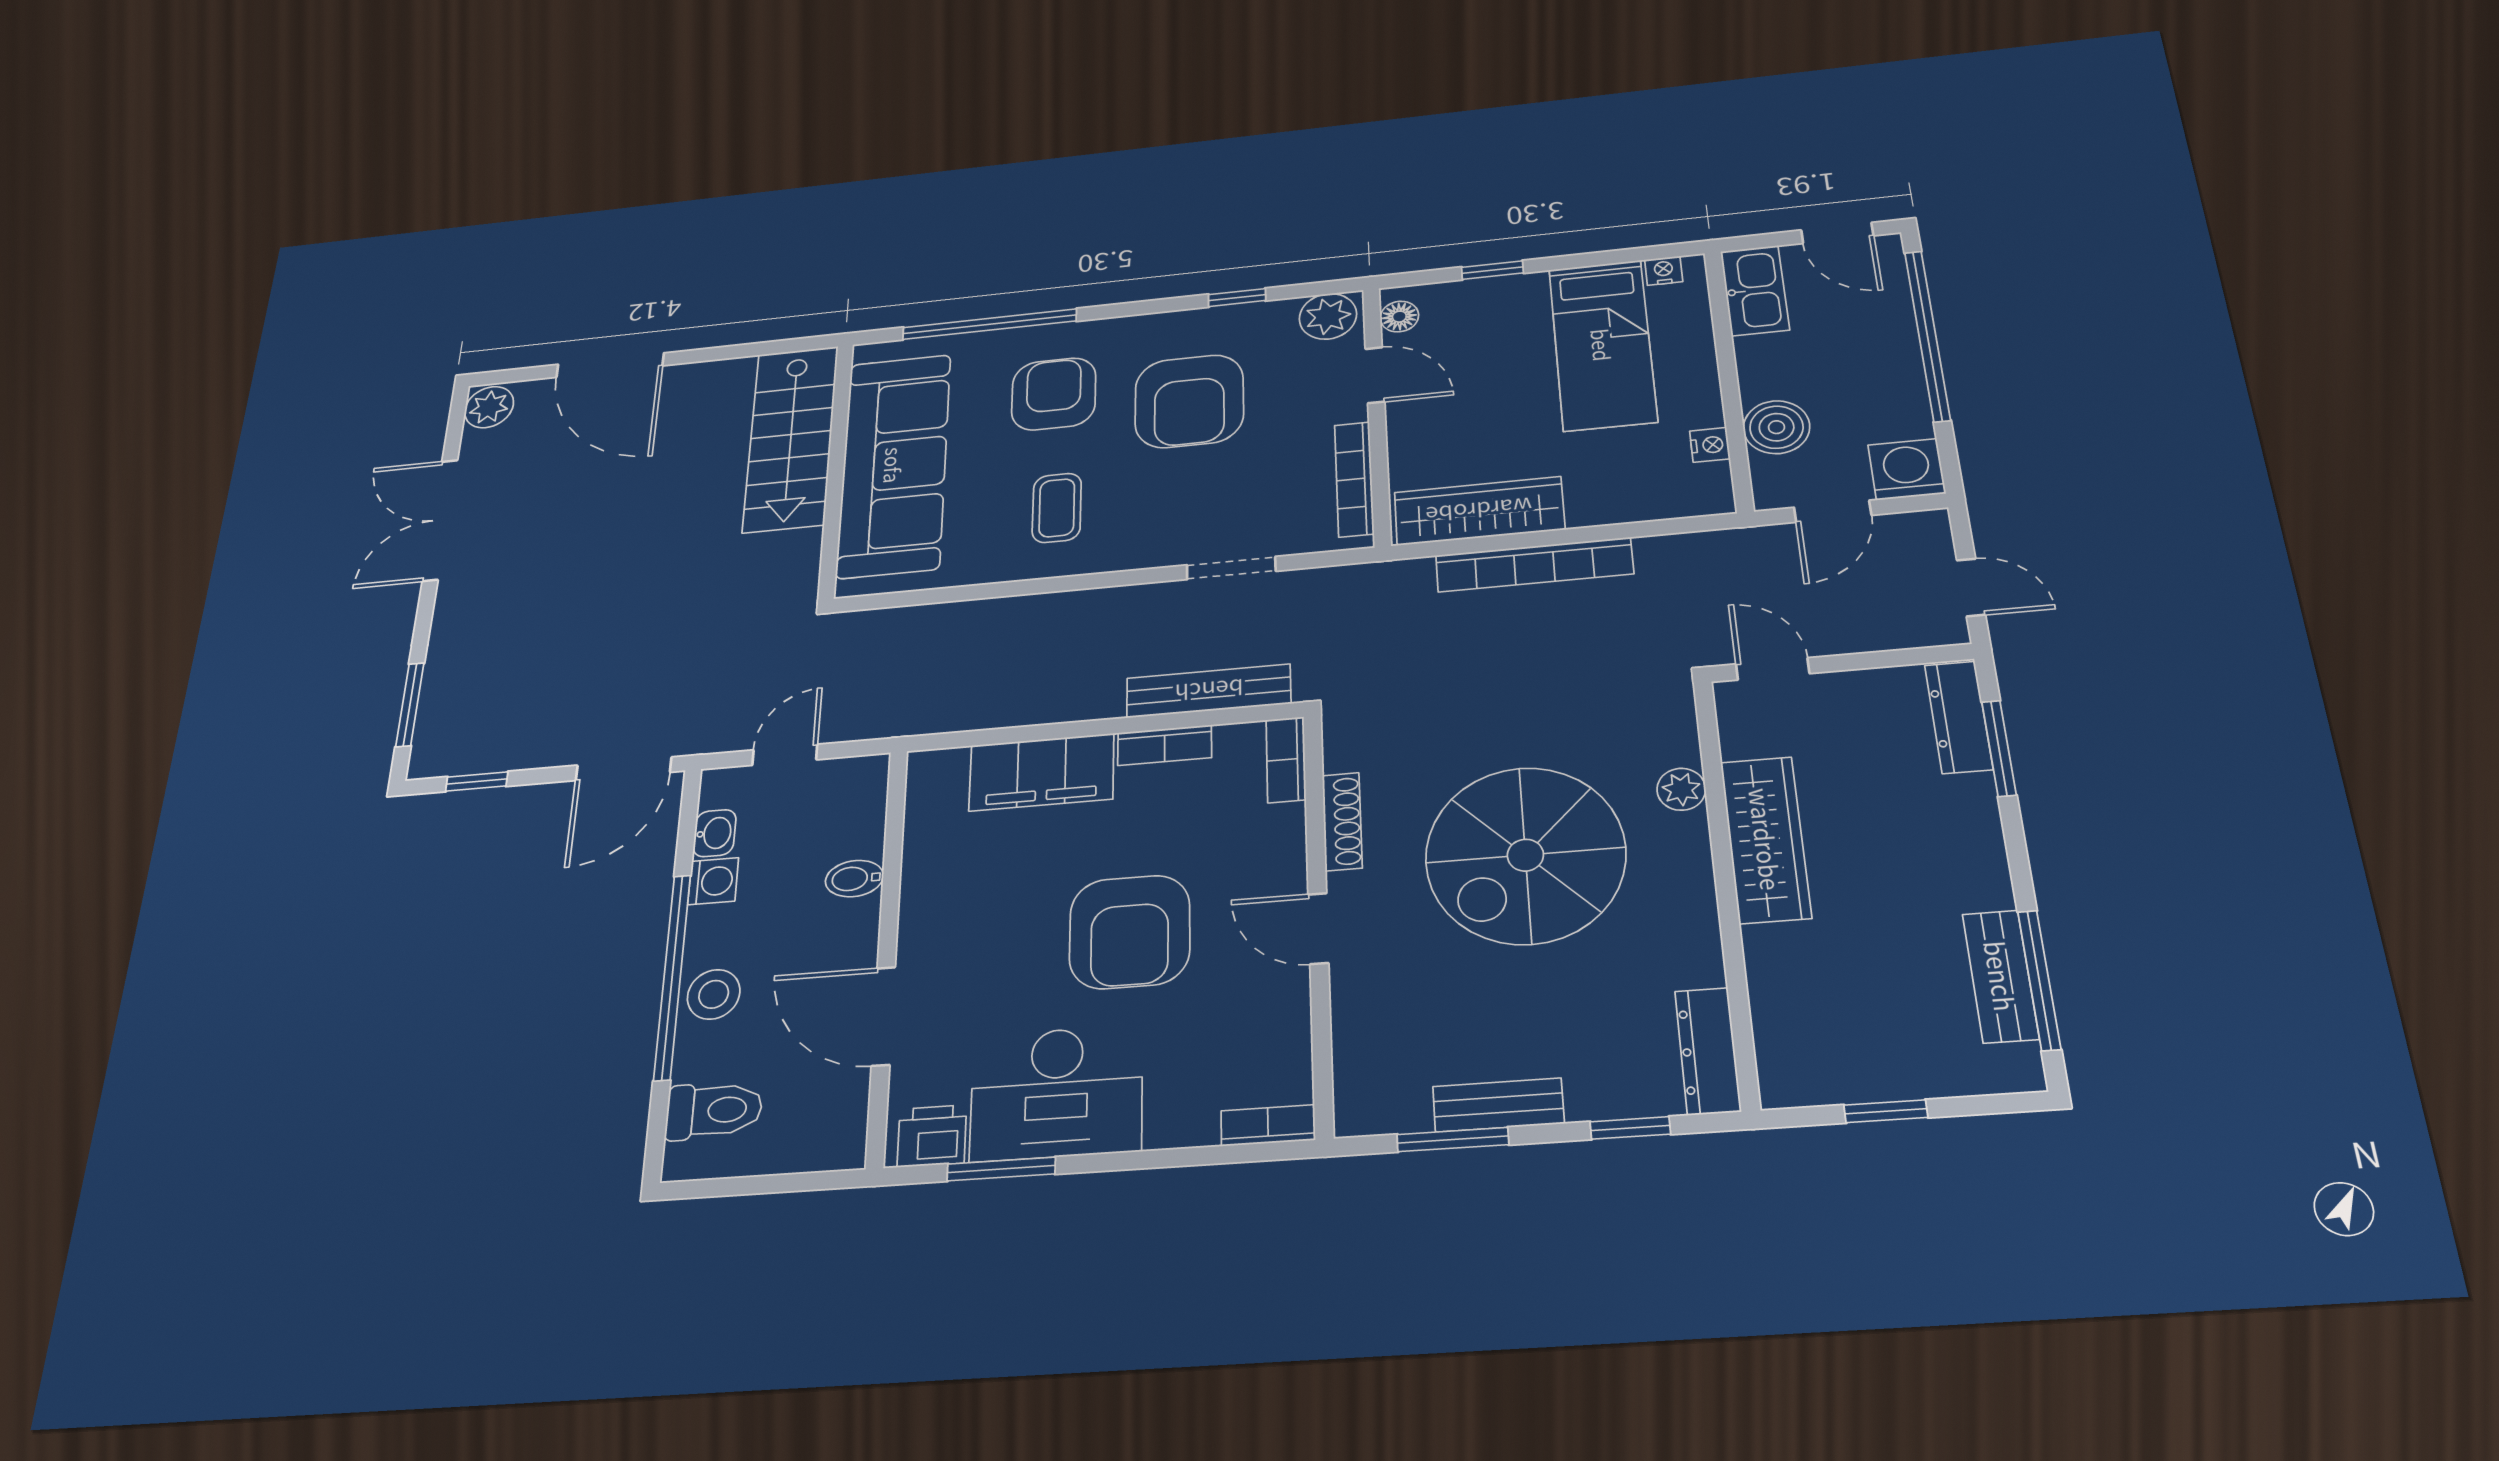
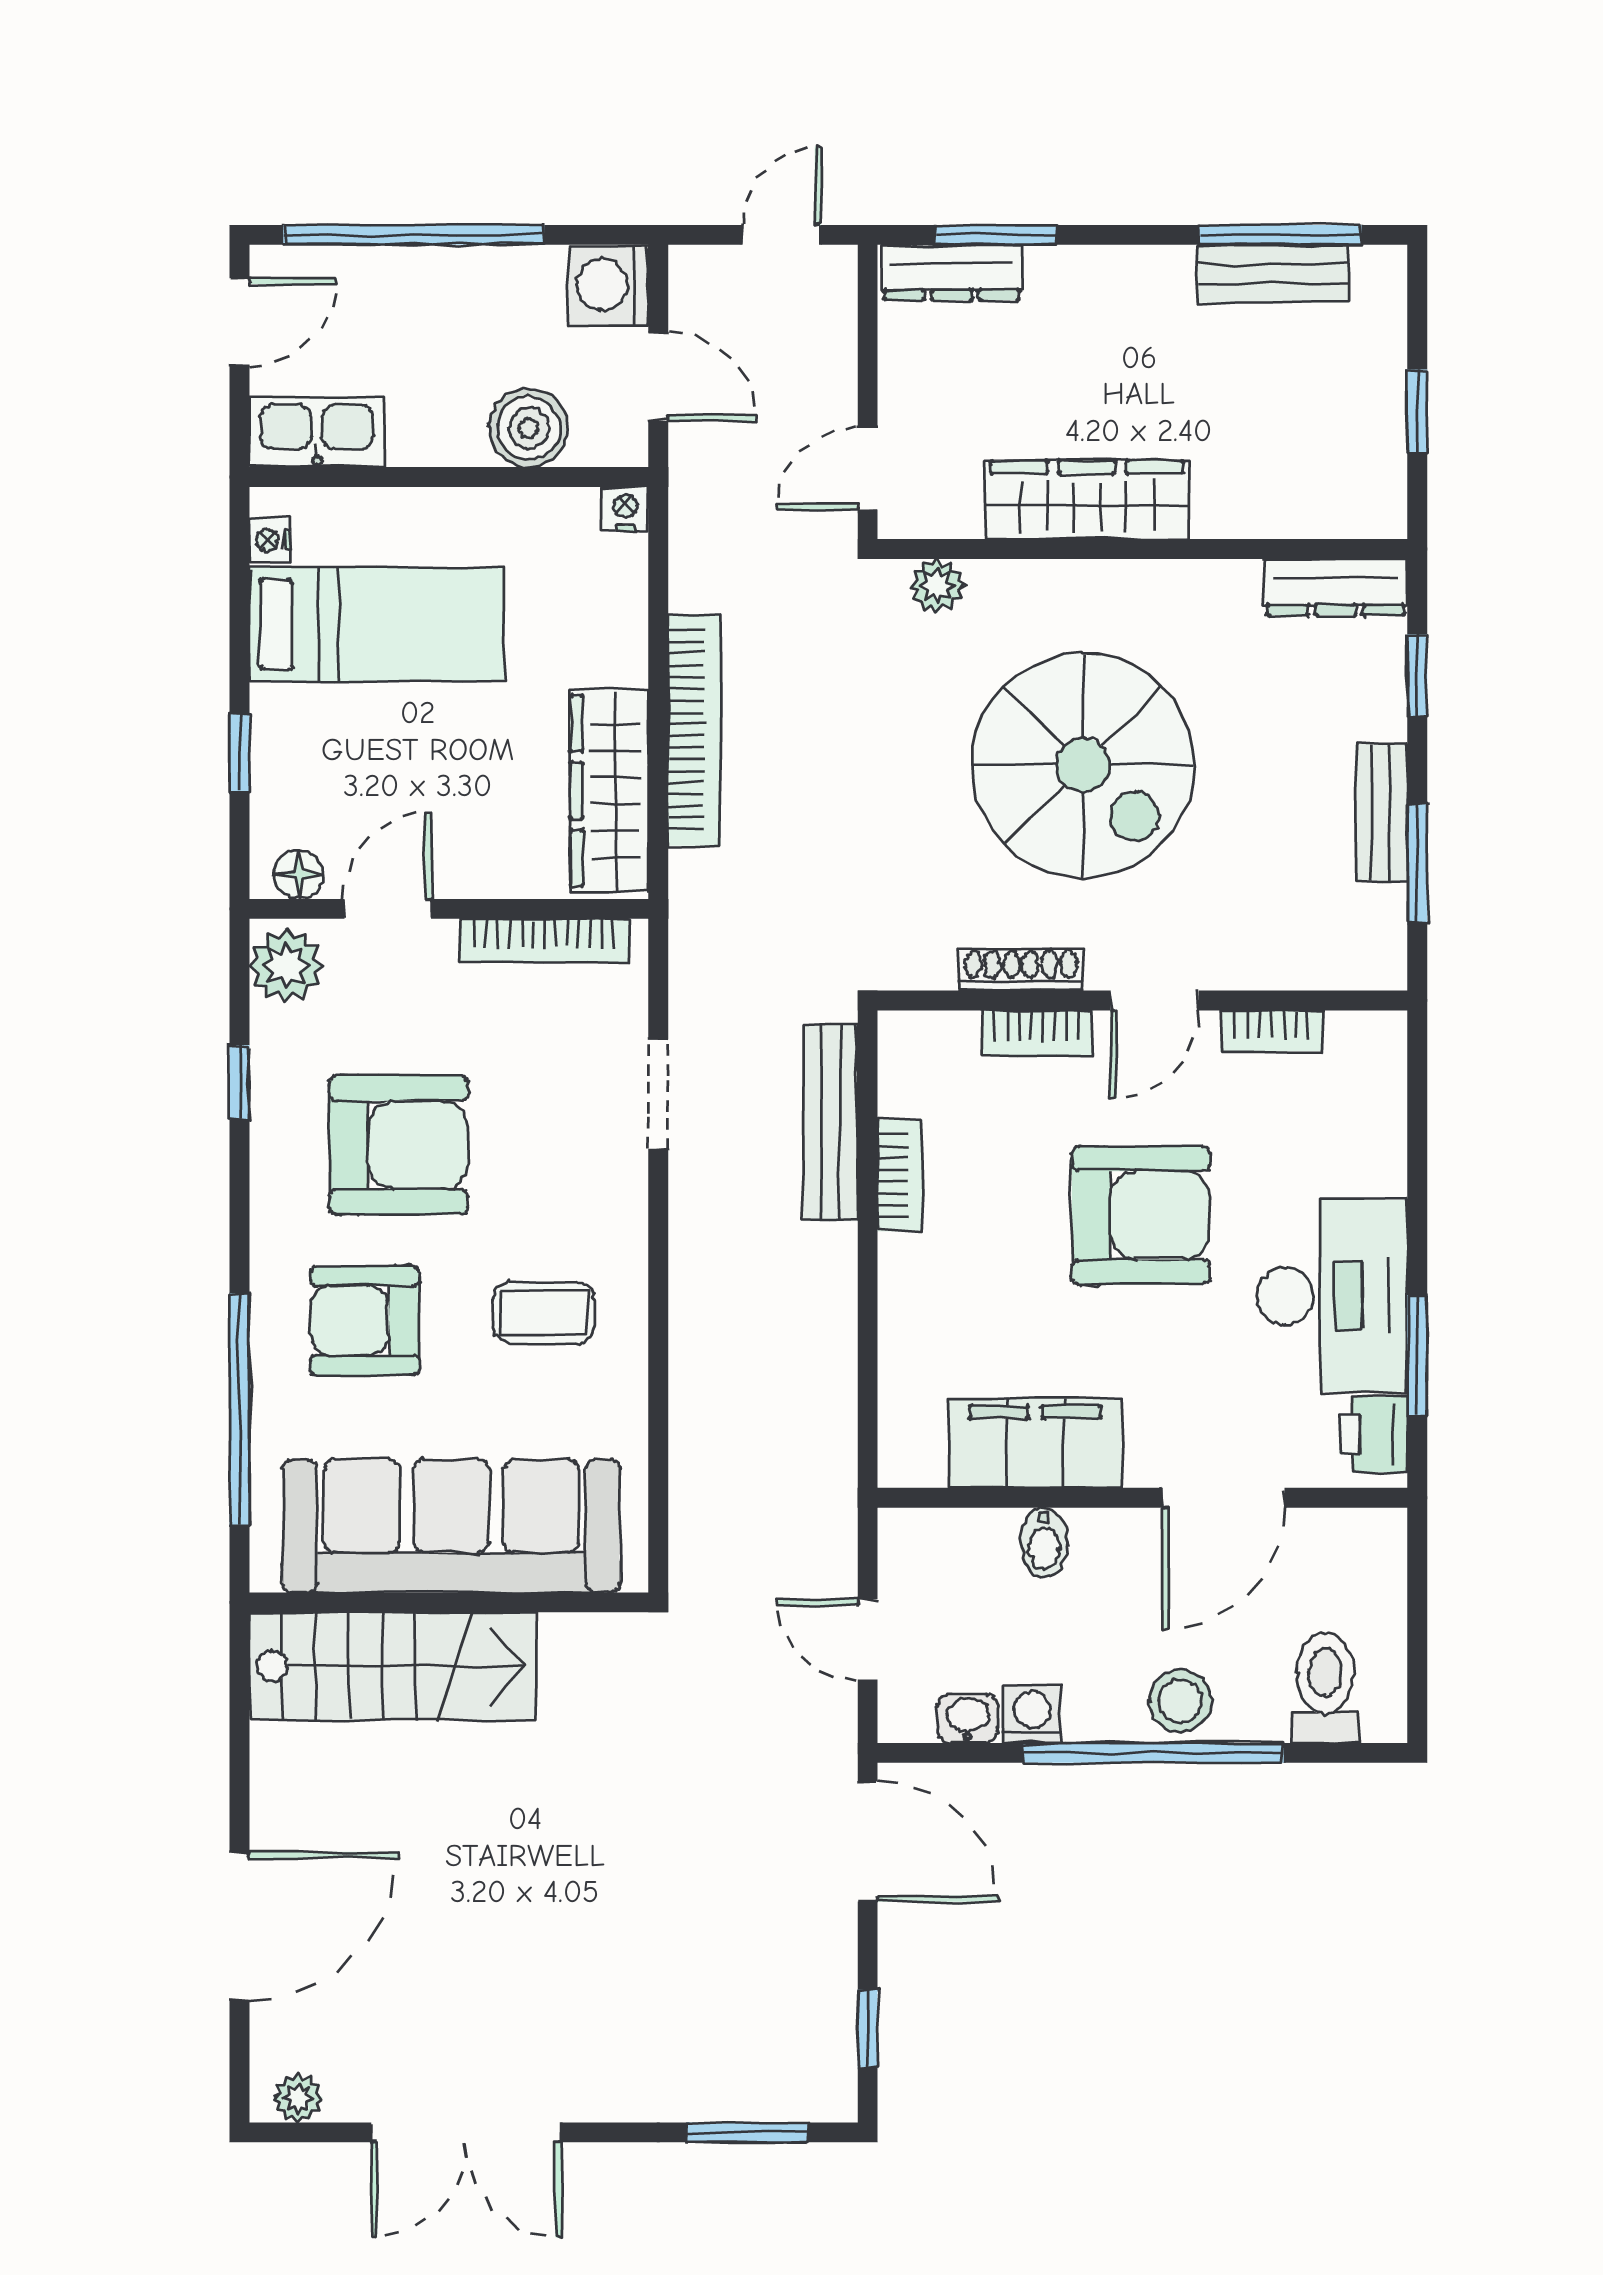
plant: (489, 407) -> (298, 2098), width x0.73, depth x0.73
nightstand: (1710, 445) -> (625, 509), moved
bookcase: (1286, 760) -> (1037, 1033), moved
filing cabinet: (1041, 772) -> (1035, 1443), moved, turned -90
plant: (1681, 789) -> (937, 586), moved
bookcase: (1268, 1125) -> (1271, 1031), moved, turned -90

